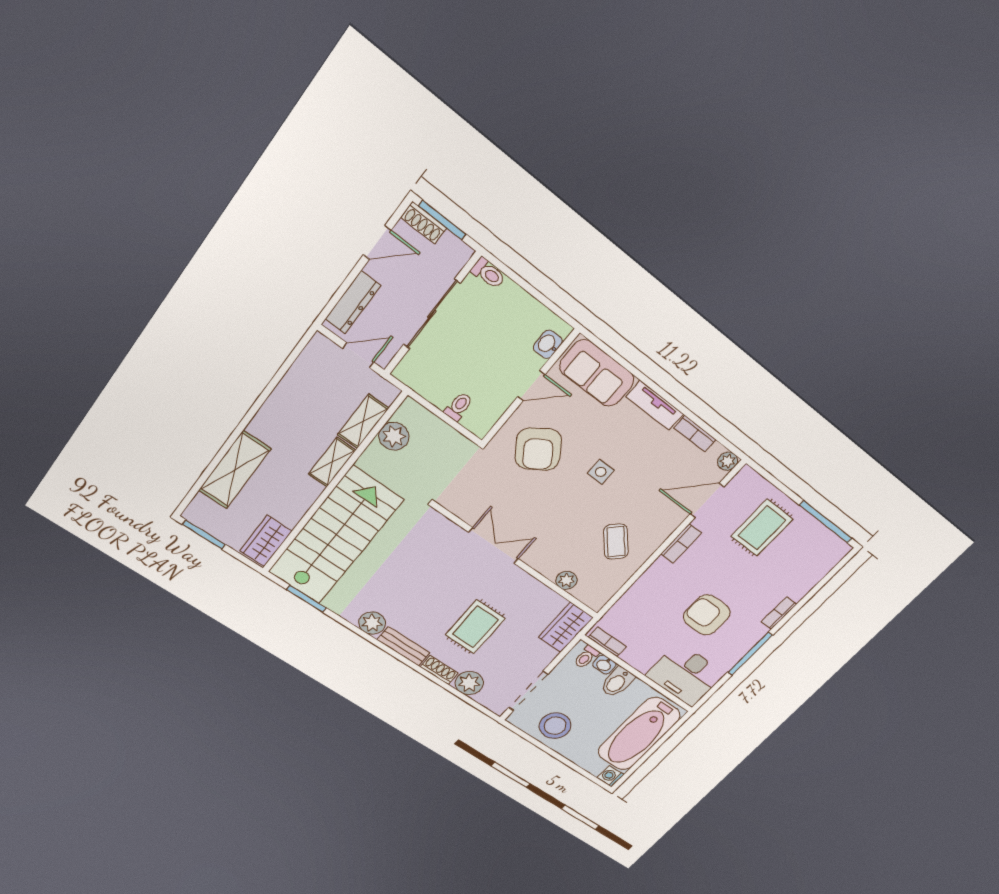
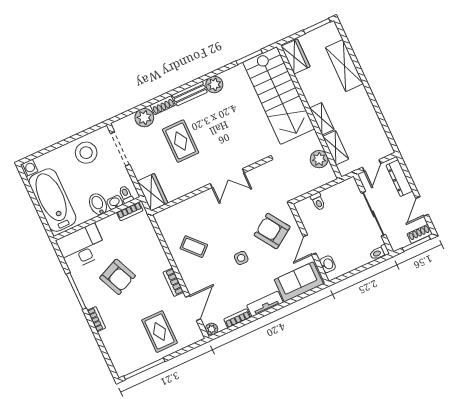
plant: (566, 580) -> (184, 208), removed
armchair: (707, 615) -> (118, 277), turned 66

